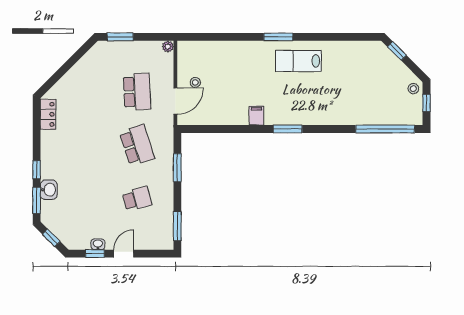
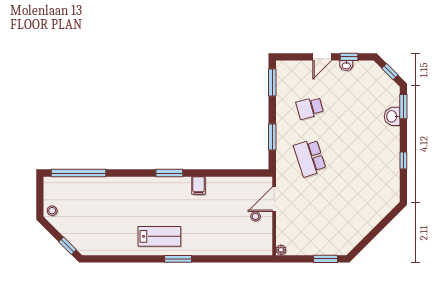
school desk: (137, 92) -> (310, 208), removed
window: (427, 103) -> (40, 197), removed
locker: (48, 114) -> (393, 187), removed
window: (37, 170) -> (403, 161), moved

